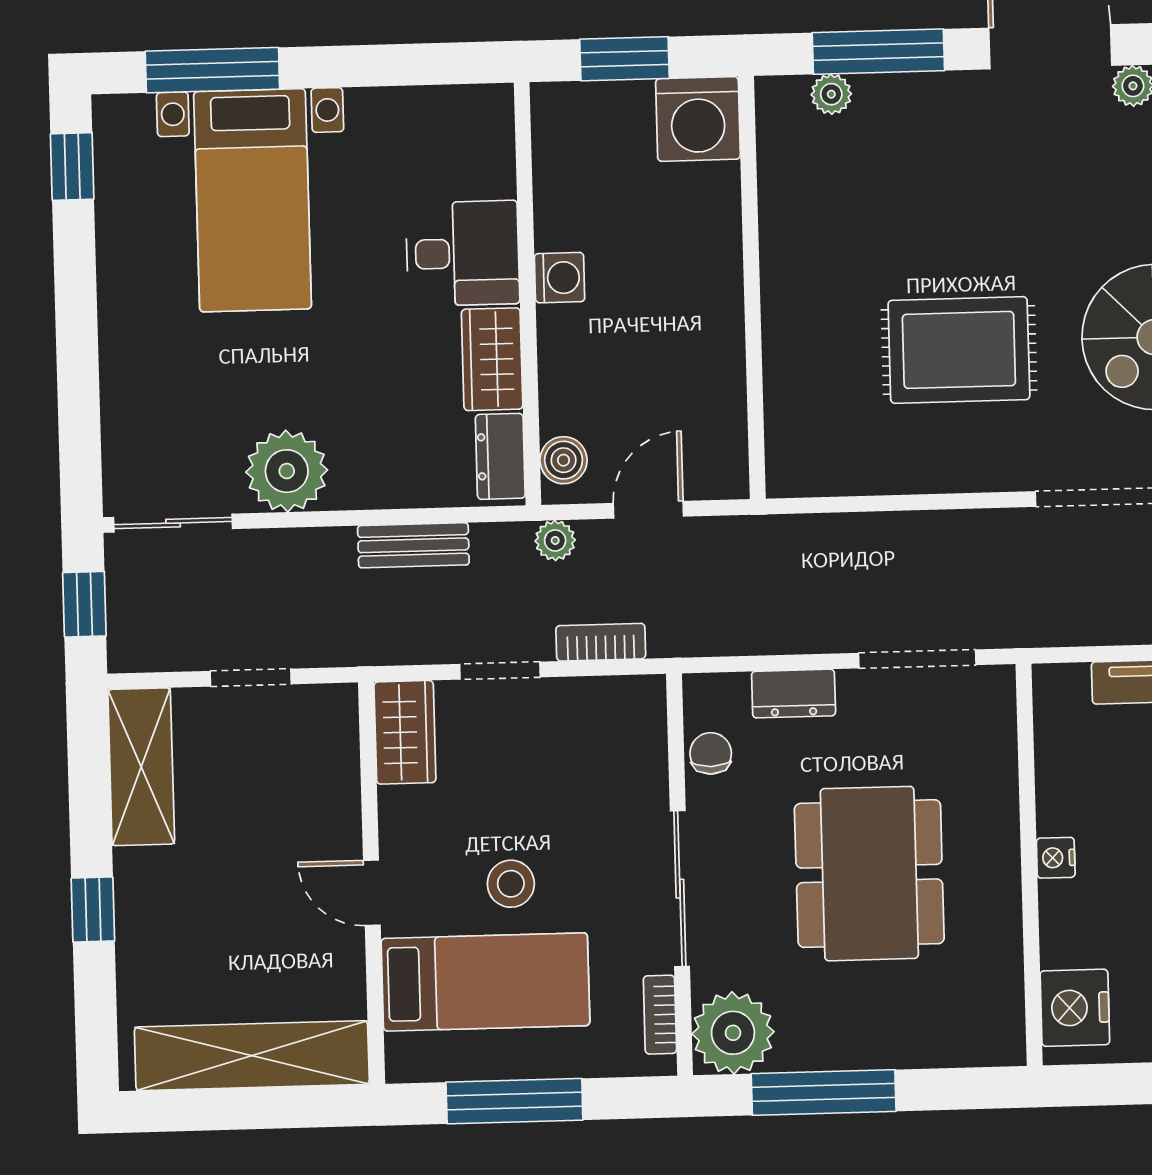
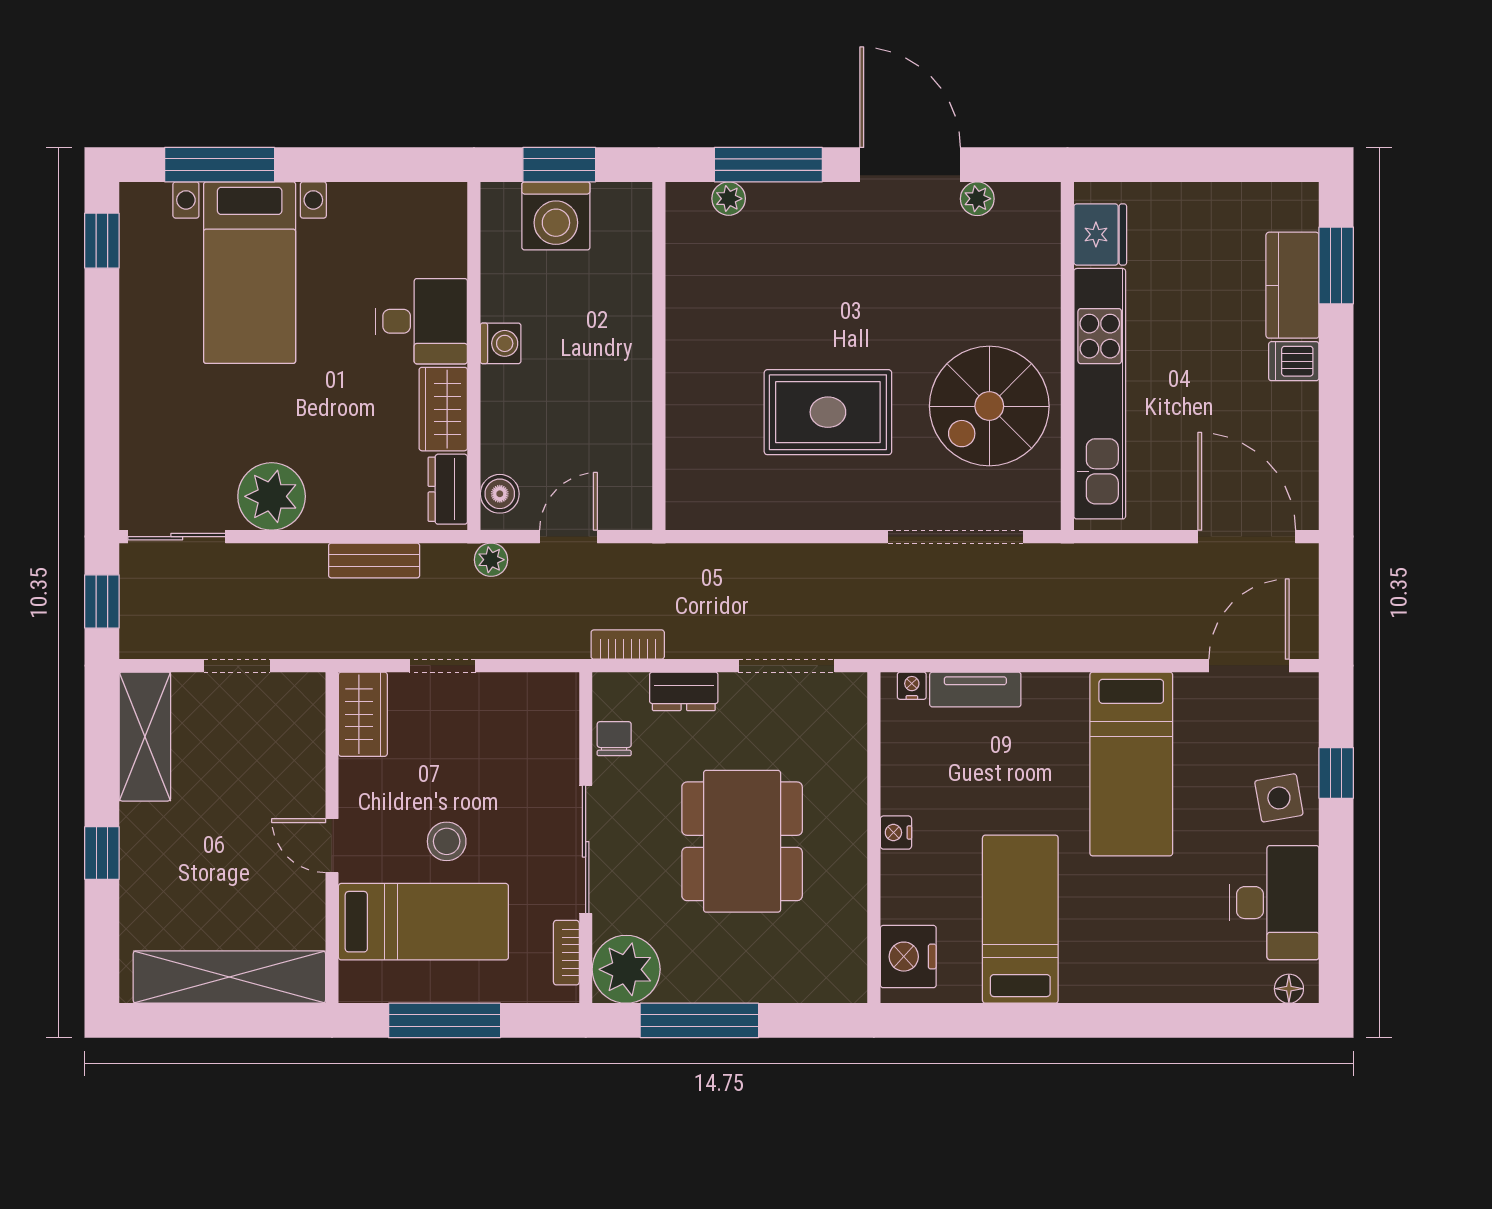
washing machine: (698, 119) -> (556, 216), moved
bookcase: (601, 642) -> (628, 645), moved
nightstand: (1070, 679) -> (912, 686), added

